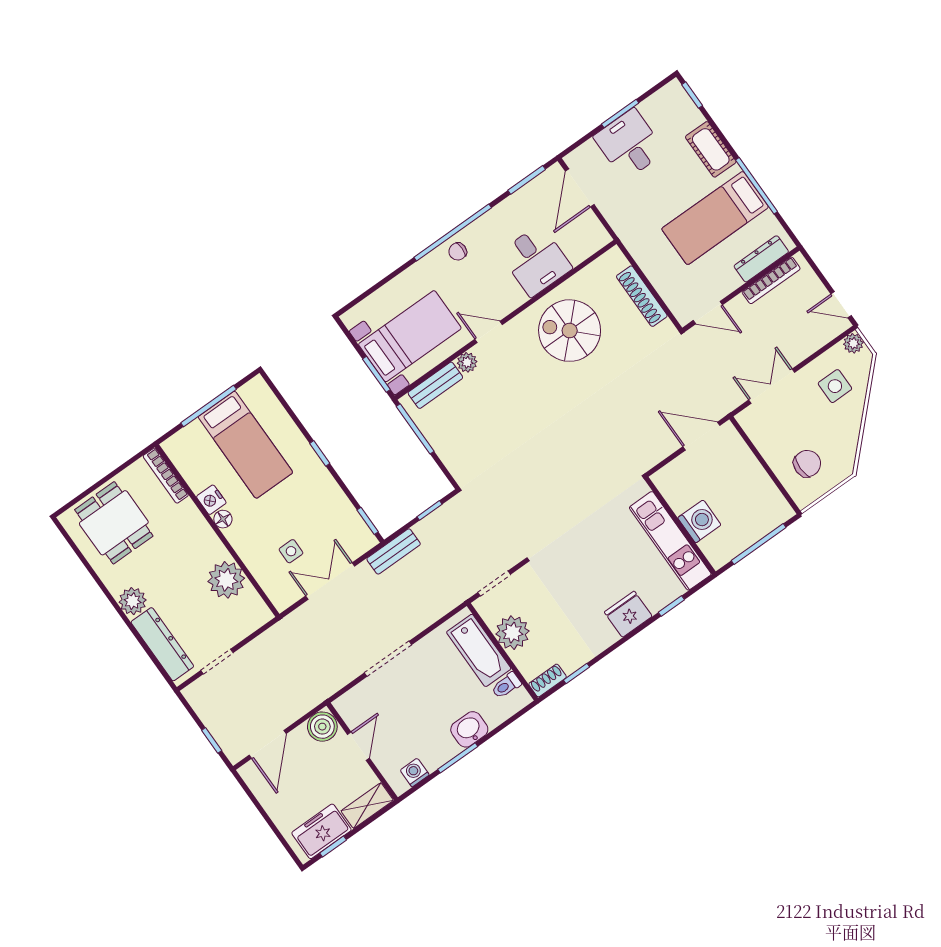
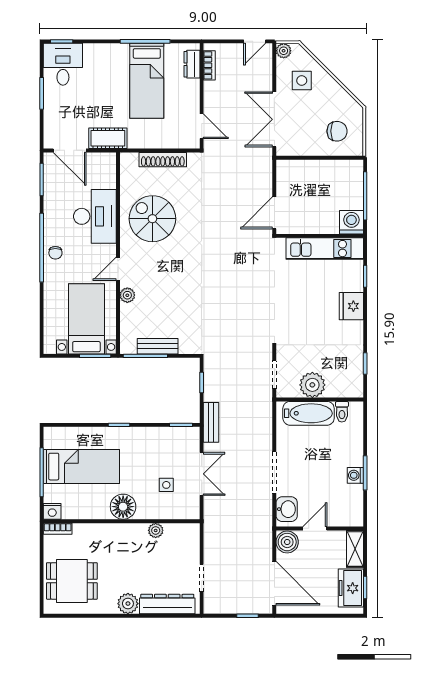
desk: (629, 144) -> (63, 64), moved, turned 90
cot: (711, 149) -> (108, 138), moved
dresser: (761, 259) -> (192, 64), width x0.70
desk: (536, 261) -> (95, 216), width x1.37
bookcase: (771, 280) -> (209, 65), width x0.64
door: (708, 313) -> (202, 126), hinge flipped
spiral stairs: (570, 331) -> (152, 219), turned 90
bench: (435, 385) -> (158, 346), moved, turned 90
double door: (772, 386) -> (274, 119), width x1.37
door: (701, 436) -> (274, 213), moved
chair: (807, 464) -> (337, 131), turned 90
bookcase: (166, 476) -> (58, 529), width x0.64
nightstand: (211, 500) -> (52, 511), moved
floor lamp: (223, 519) -> (123, 507), width x1.89, depth x1.89
washing machine: (699, 521) -> (351, 222), moved
plant: (226, 580) -> (156, 530), width x0.53, depth x0.53
double door: (330, 581) -> (202, 474), swing flipped
shoe rack: (548, 680) -> (357, 384), removed
washbasin: (469, 729) -> (287, 509), moved, turned 180
door: (268, 744) -> (274, 583), width x1.36
door: (358, 746) -> (315, 528), hinge flipped
washing machine: (415, 772) -> (355, 475), moved

